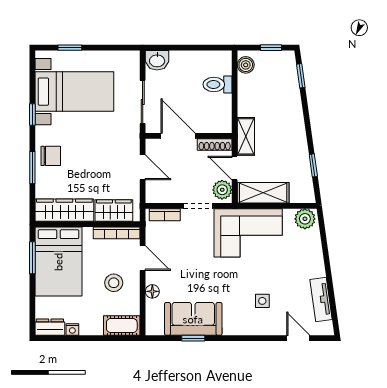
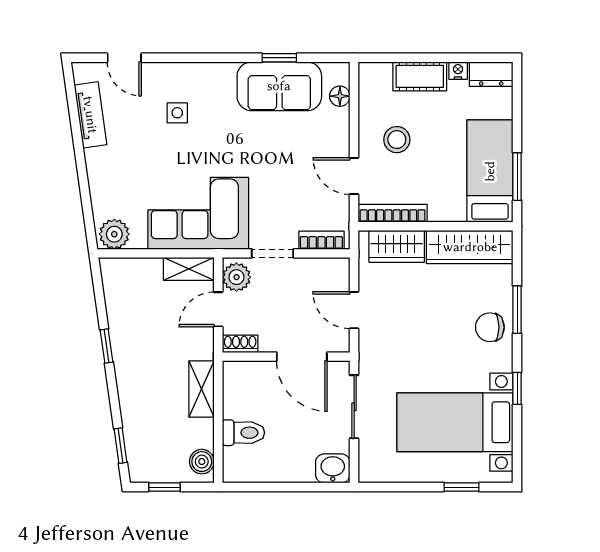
shelving: (246, 136) -> (201, 389), moved
shoe rack: (215, 145) -> (240, 344), width x0.70
window: (313, 165) -> (107, 346), moved
door: (235, 168) -> (218, 309), swing flipped
shelving: (263, 193) -> (189, 269), width x0.67, depth x0.75
bed: (58, 262) -> (490, 171), width x0.67
floor lamp: (152, 291) -> (340, 96), moved
cot: (122, 326) -> (420, 76), moved

